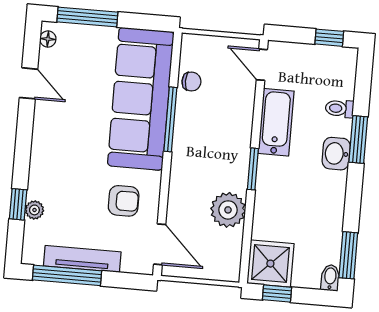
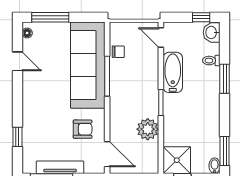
washbasin: (336, 154) -> (212, 32), moved
plant: (34, 210) -> (28, 140), removed

